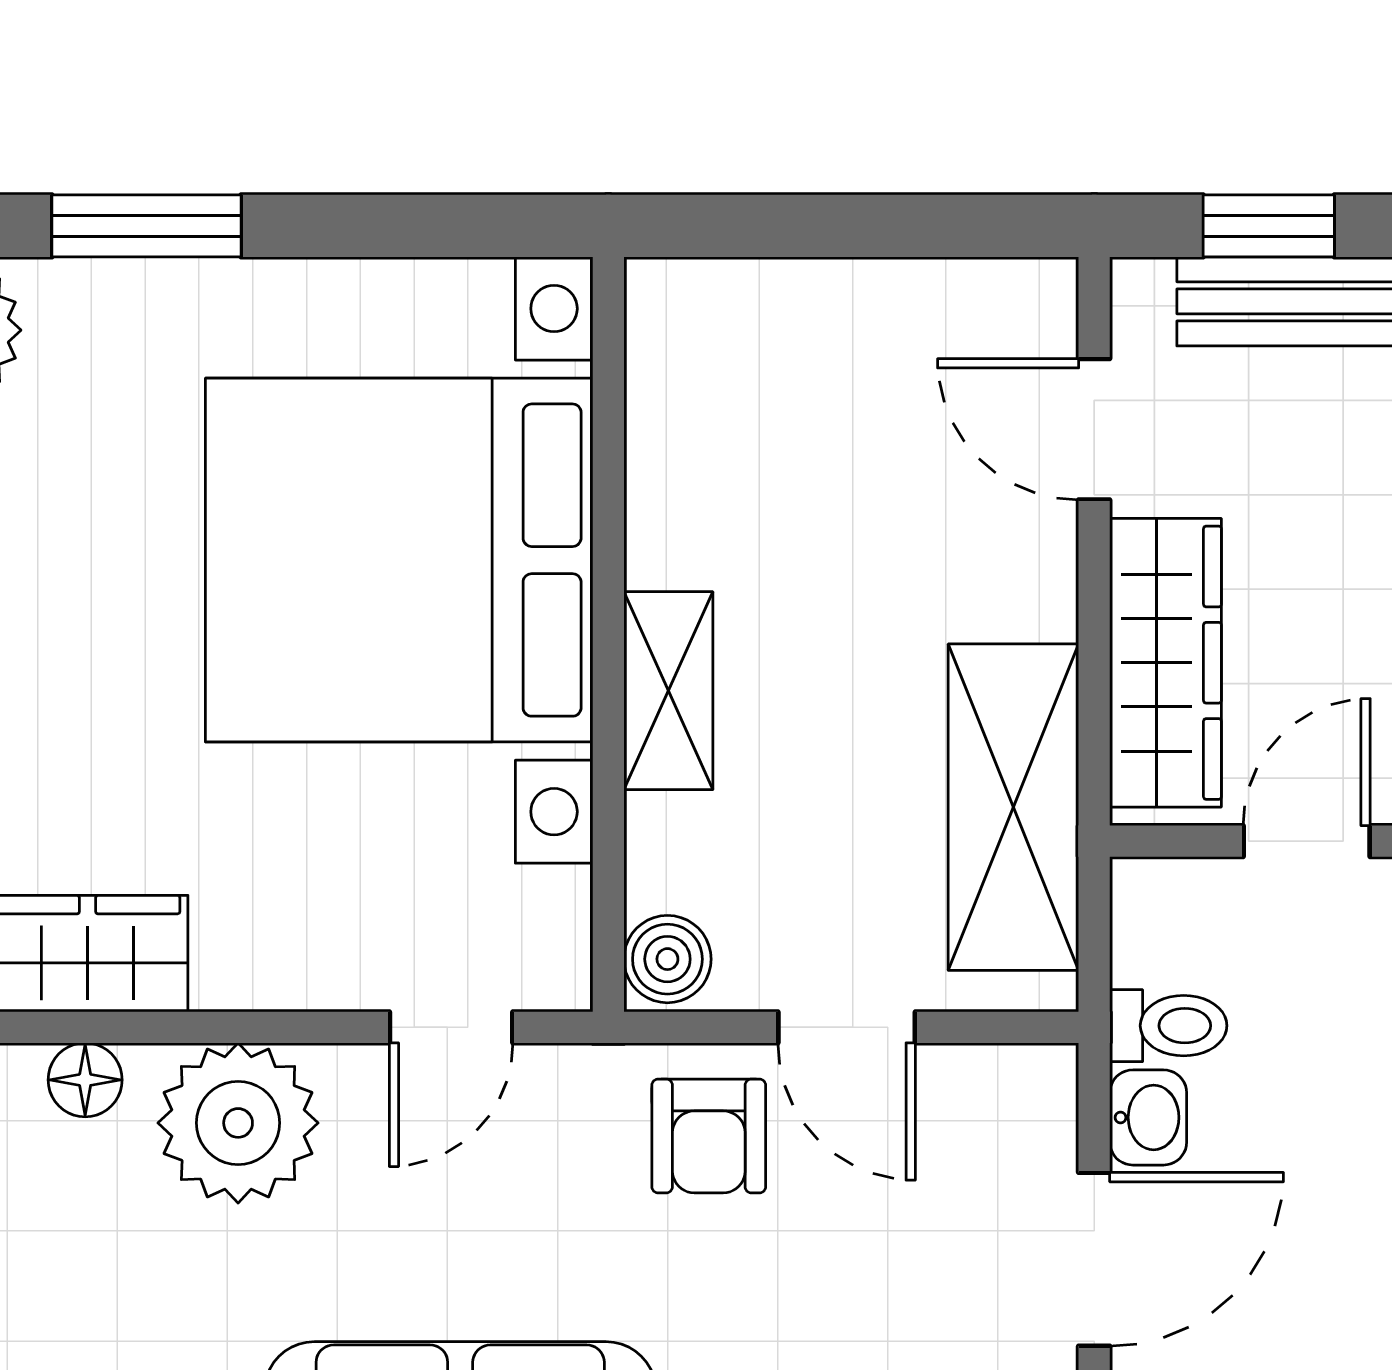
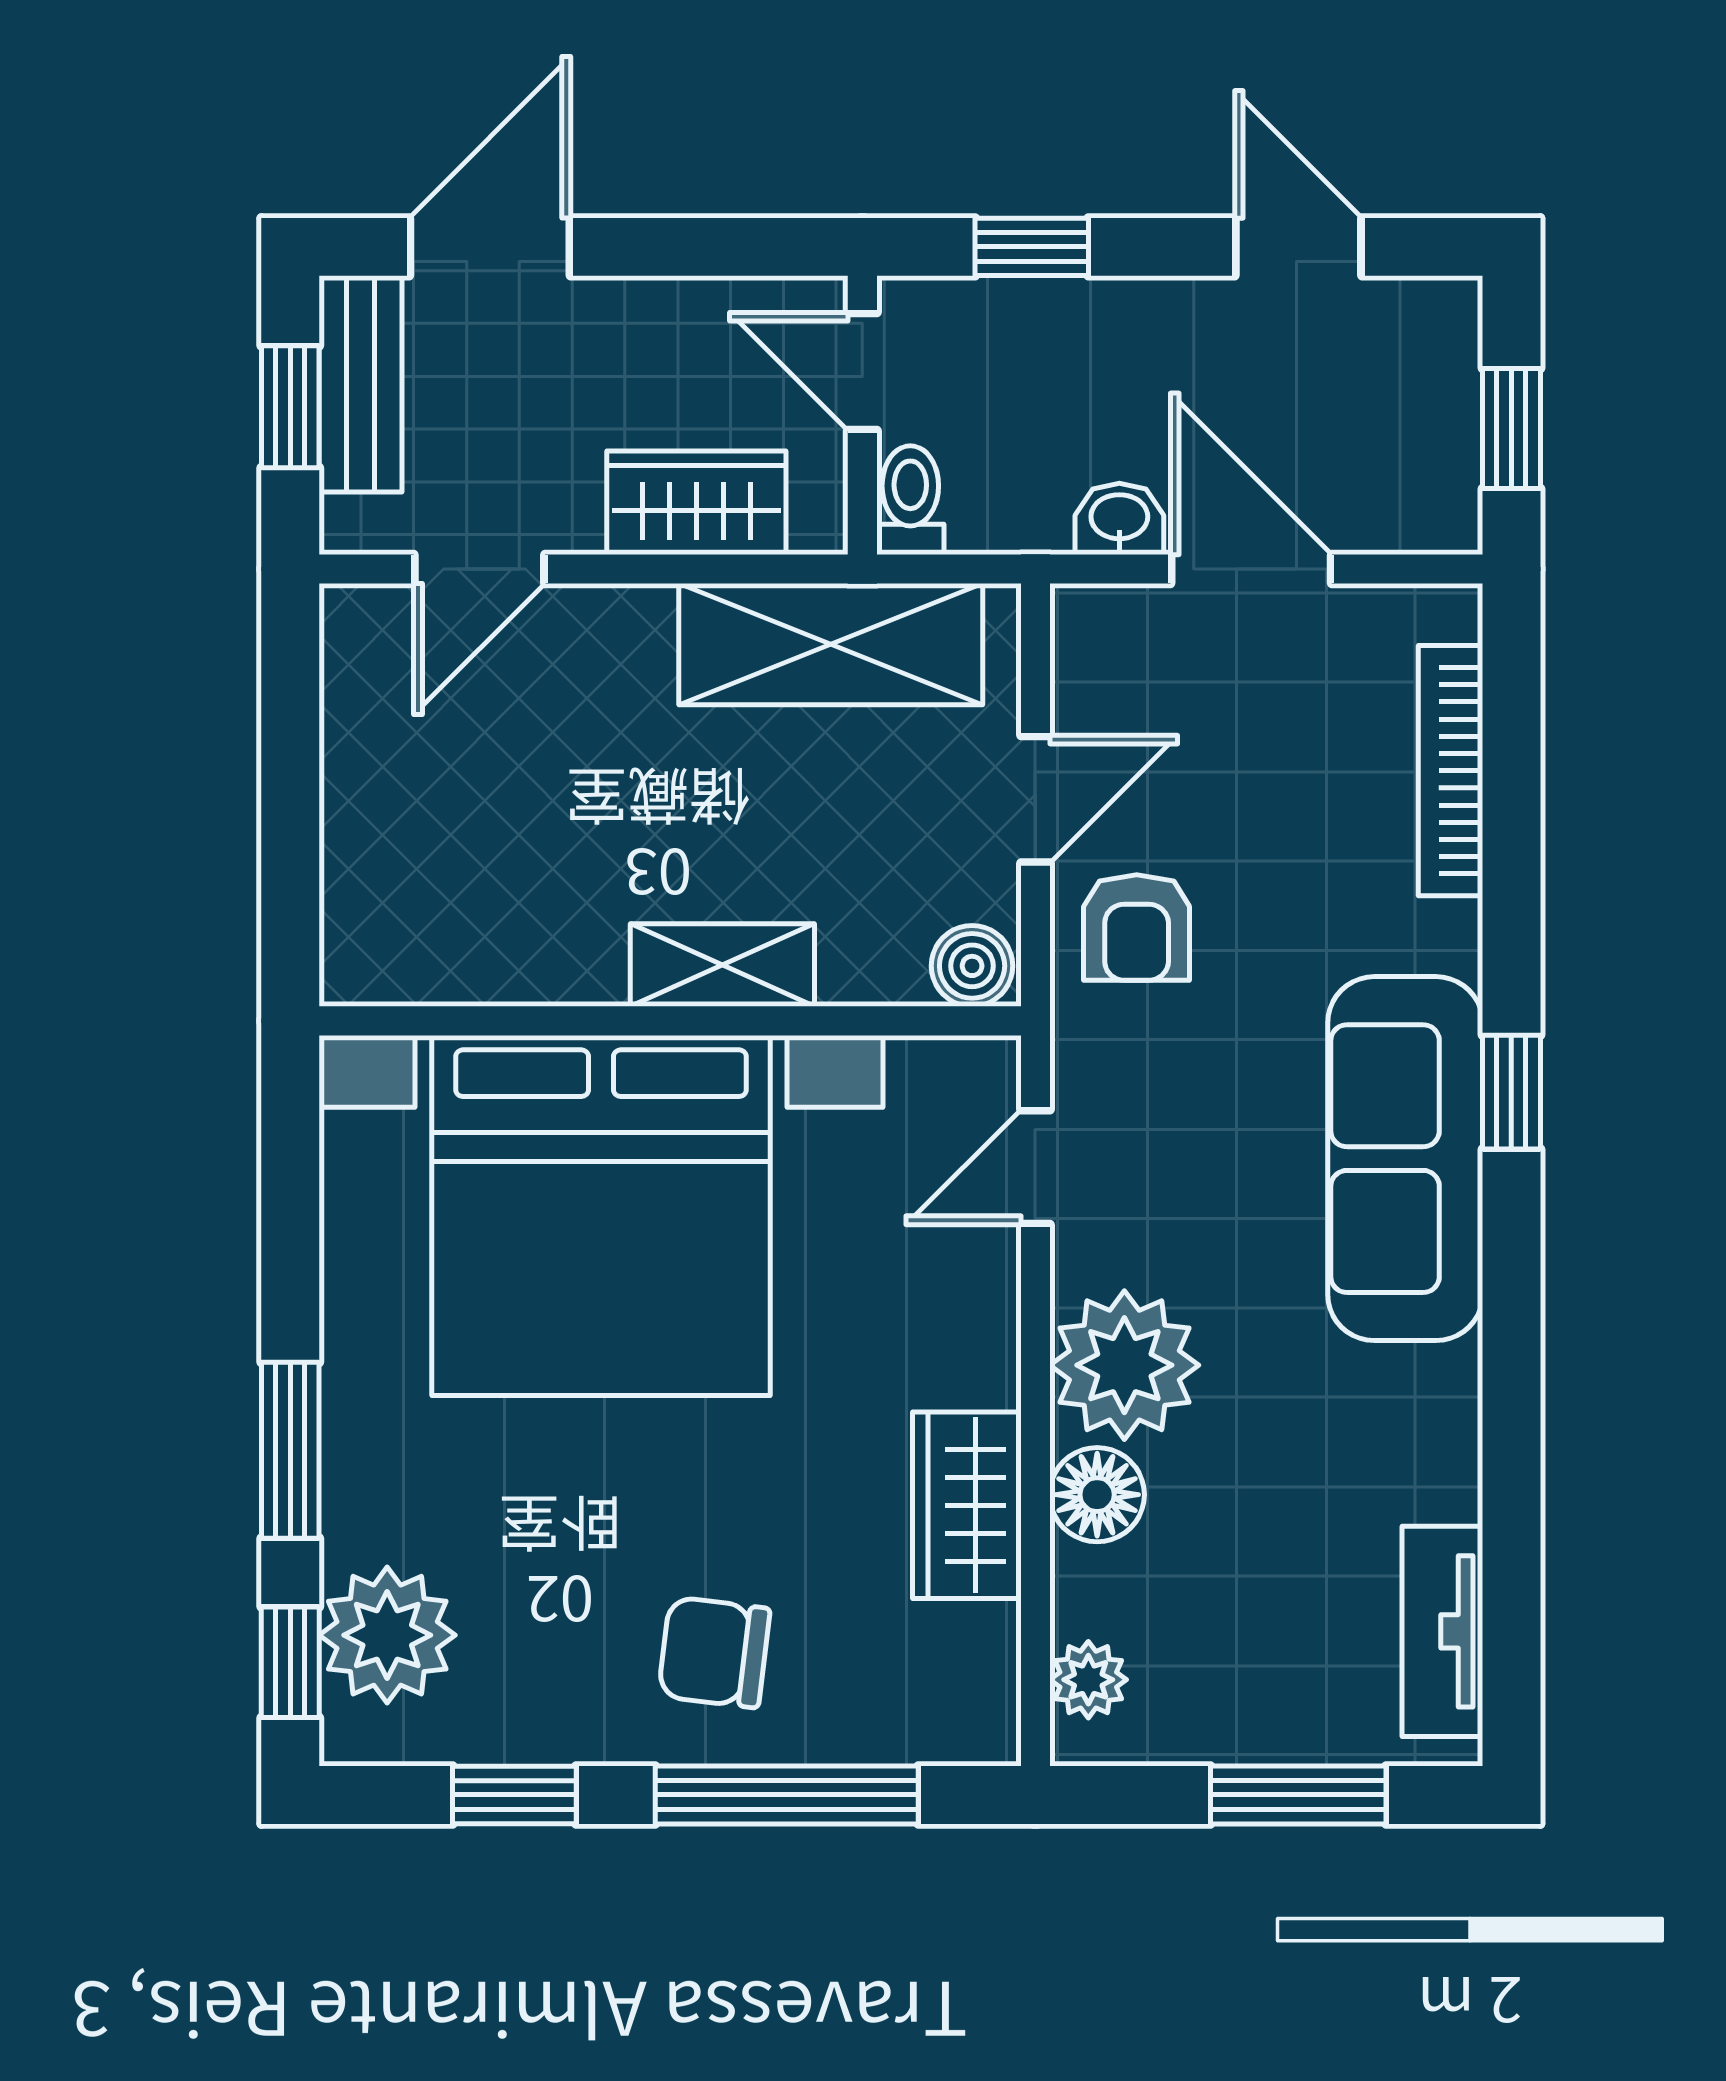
wardrobe: (1166, 663) -> (696, 503), width x0.67
toilet: (1168, 1026) -> (910, 500), moved
door: (451, 1027) -> (1035, 1167), swing flipped
floor lamp: (85, 1080) -> (1097, 1495), width x1.37, depth x1.37
armchair: (709, 1136) -> (1137, 927), turned 90

